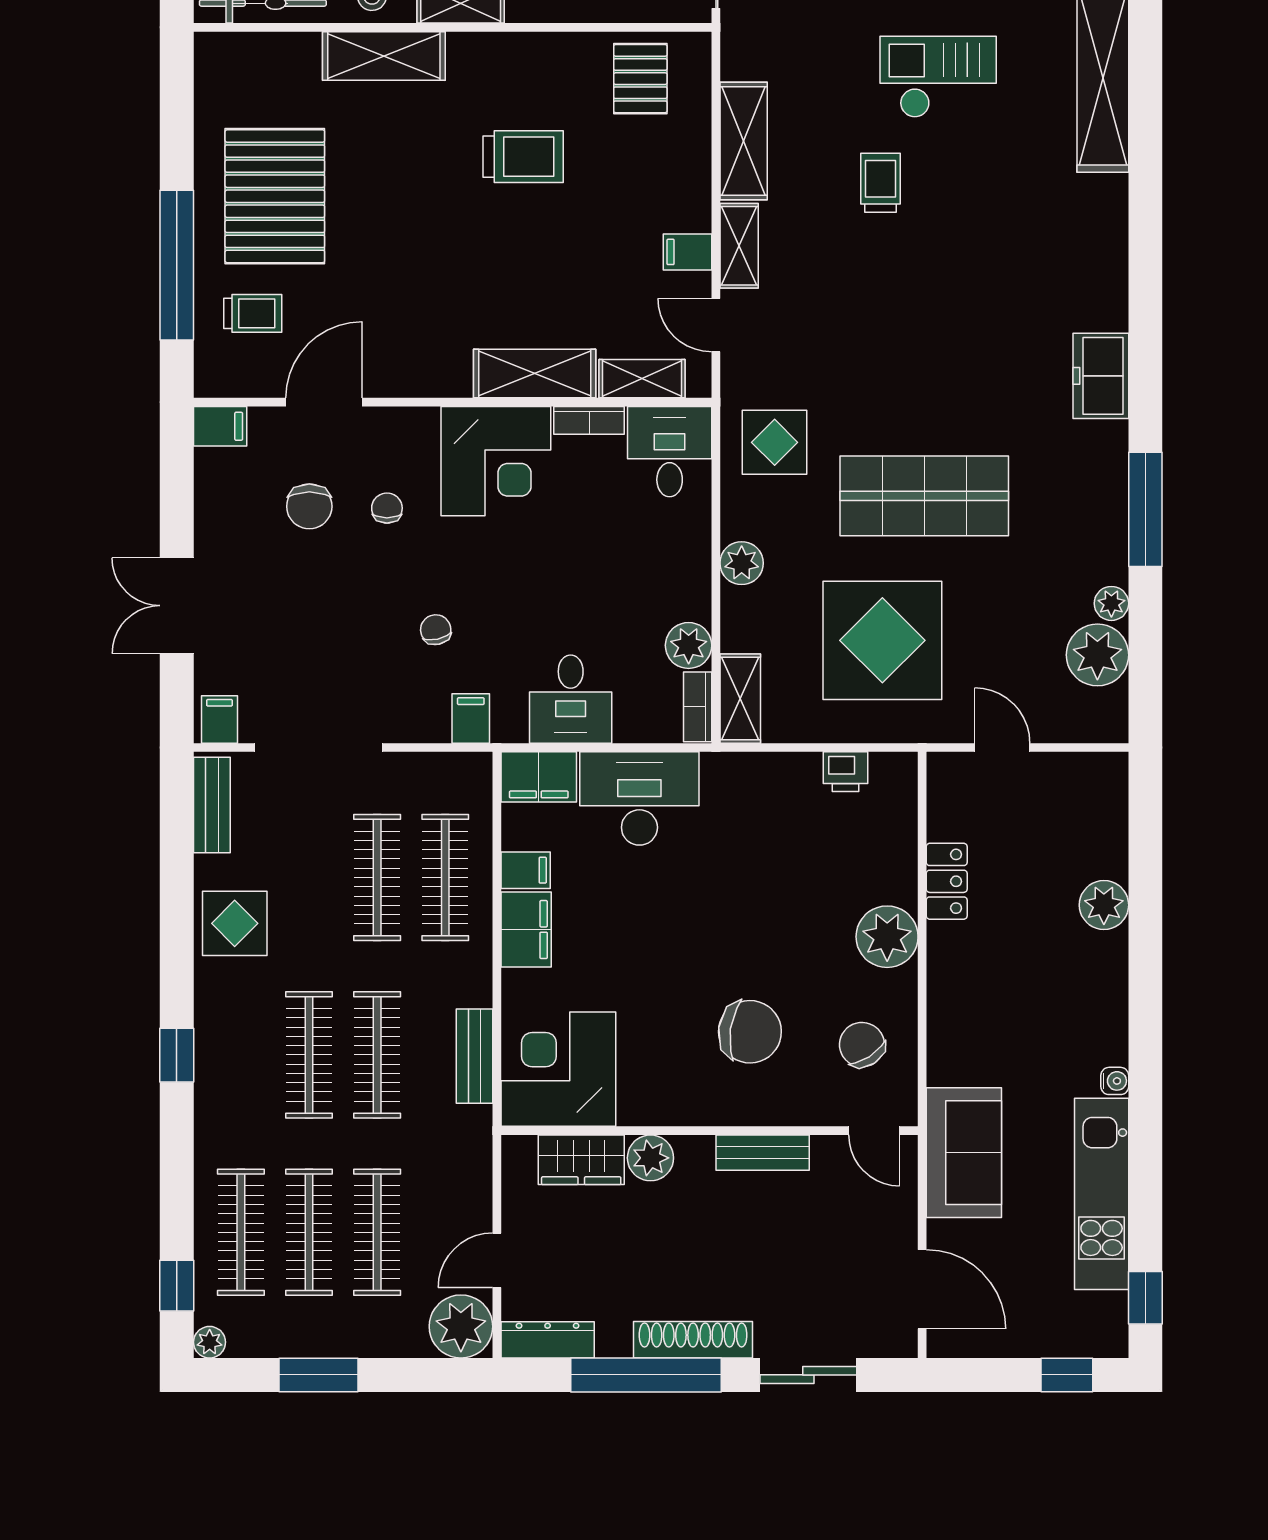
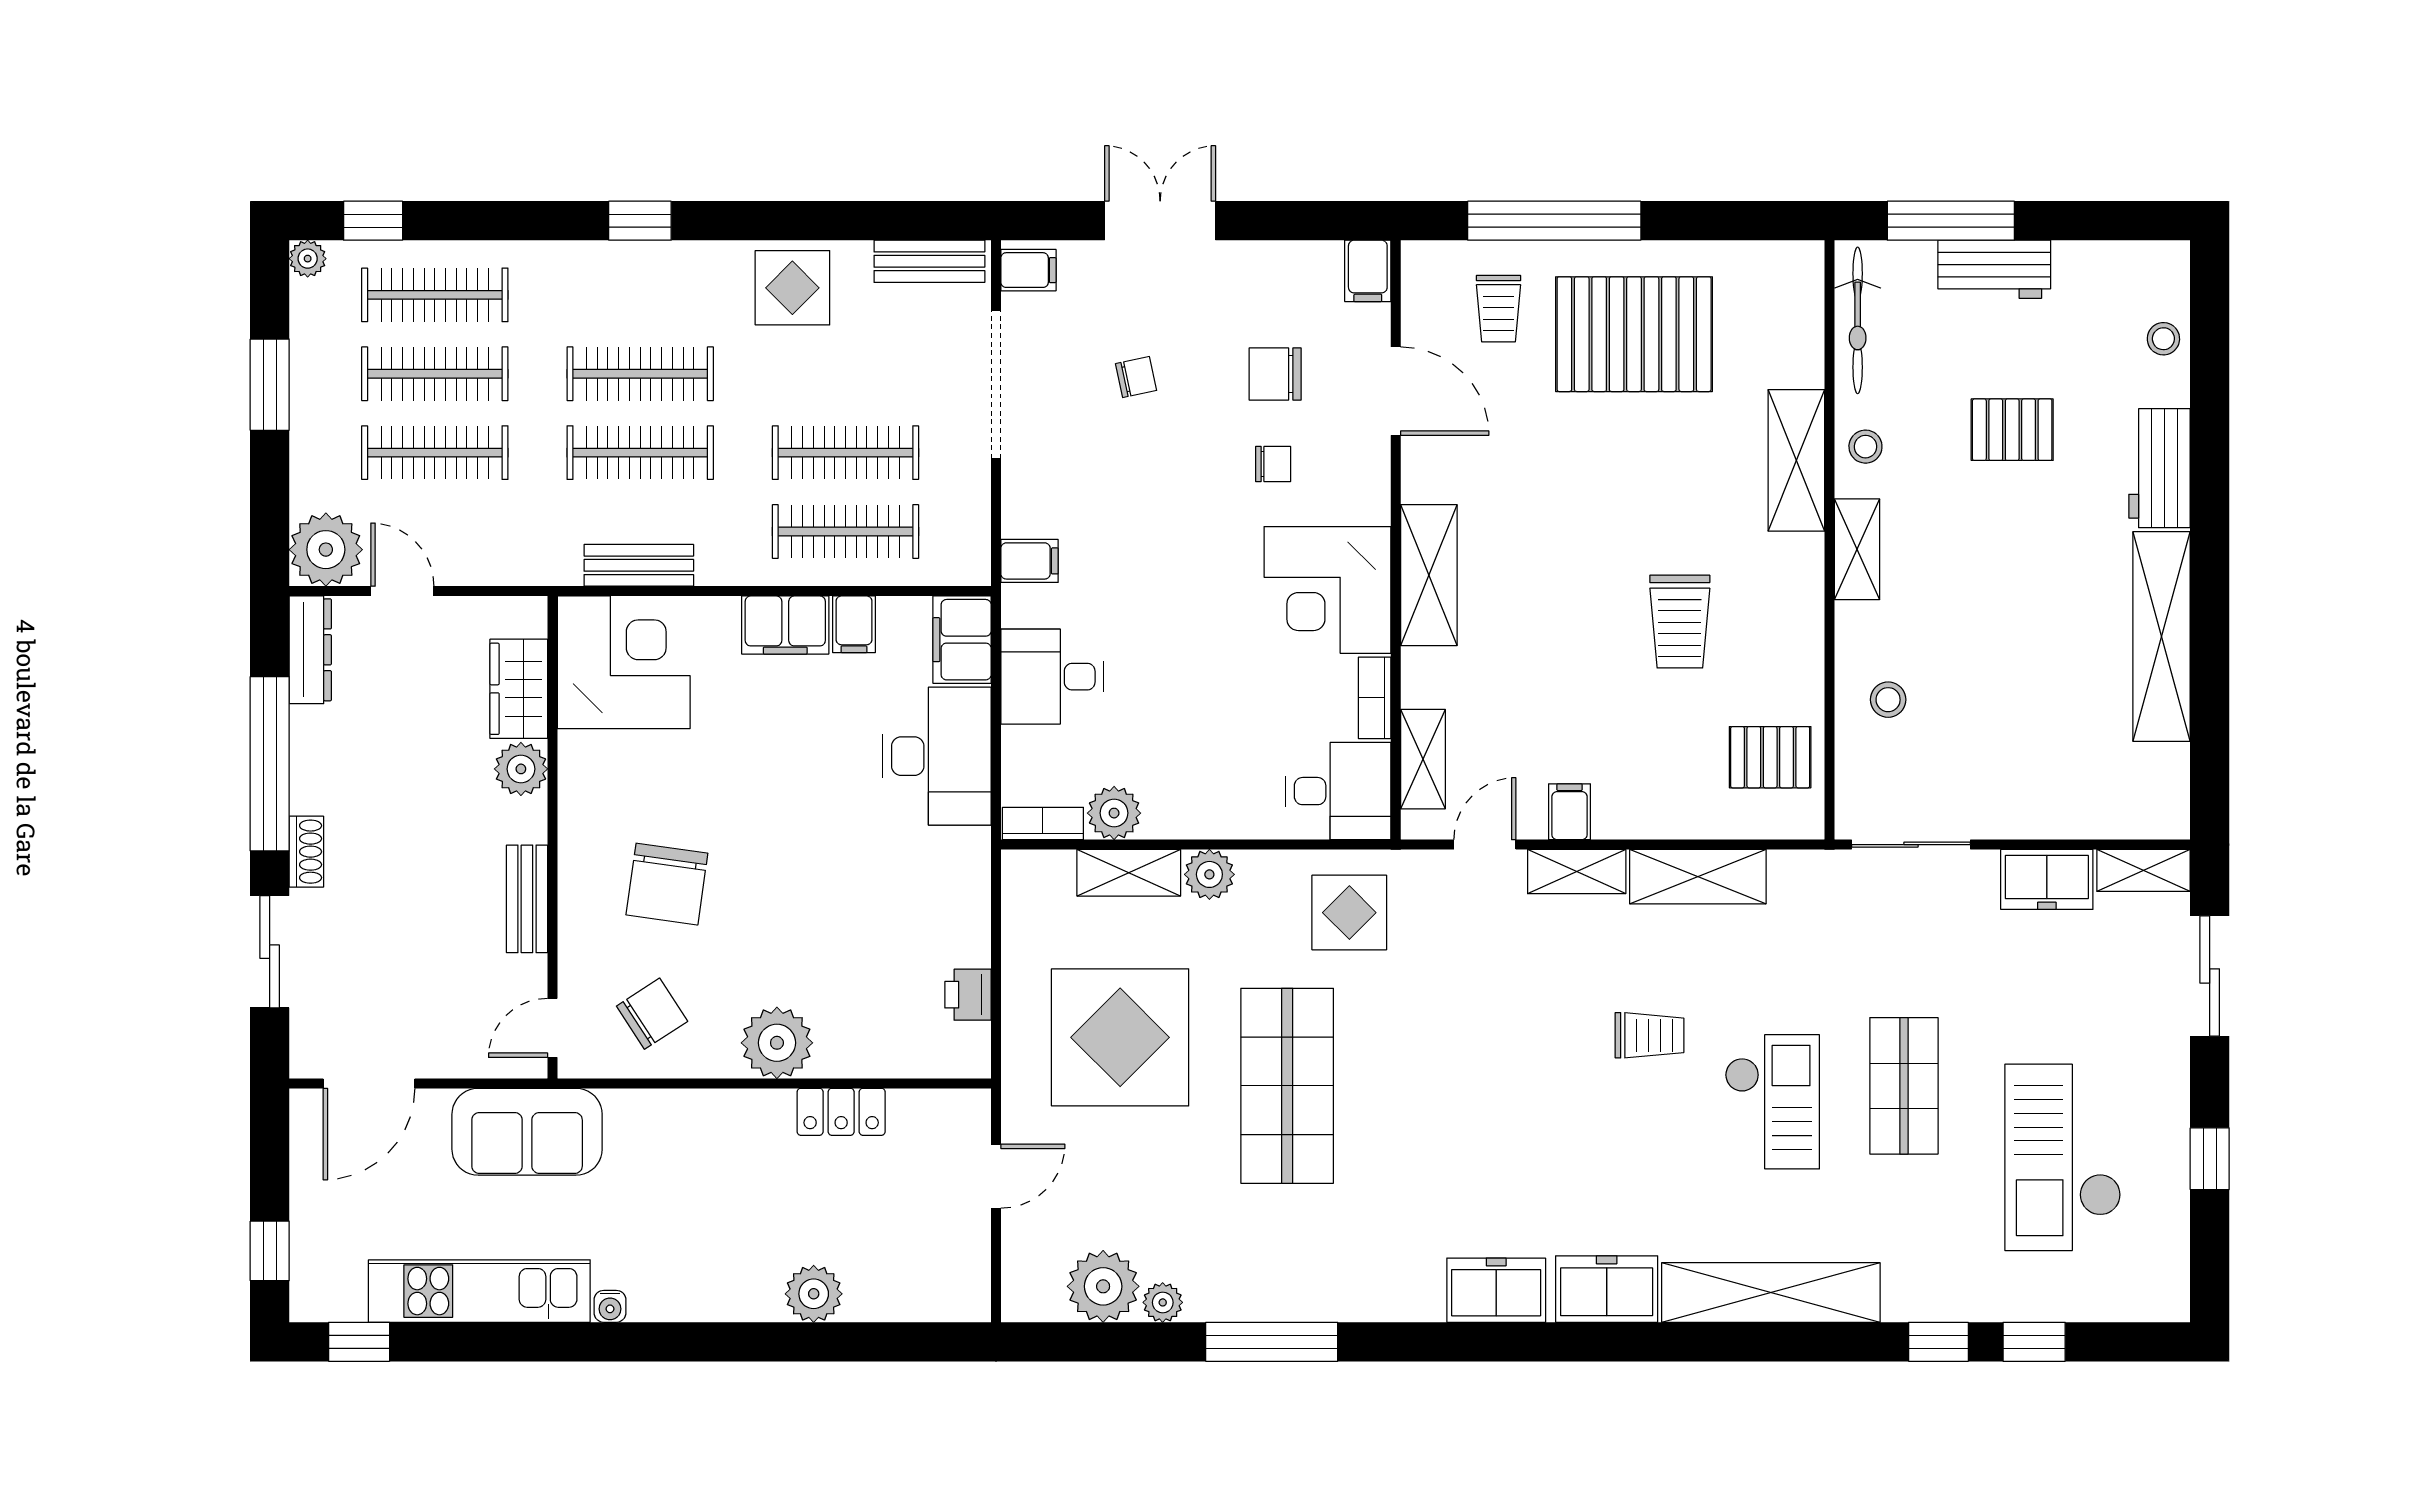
freezer: (1100, 220) -> (1607, 1289), added
shelving: (535, 374) -> (1429, 575), moved
freezer: (1101, 376) -> (1496, 1290), moved
chair: (436, 630) -> (1136, 377), moved
shelving: (740, 699) -> (1129, 873), moved
shoe rack: (693, 1340) -> (306, 852), width x0.51, depth x0.81

